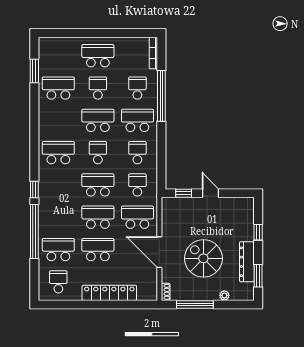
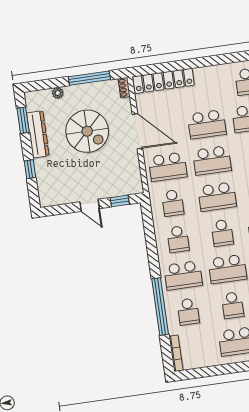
locker: (109, 293) -> (164, 81), moved

